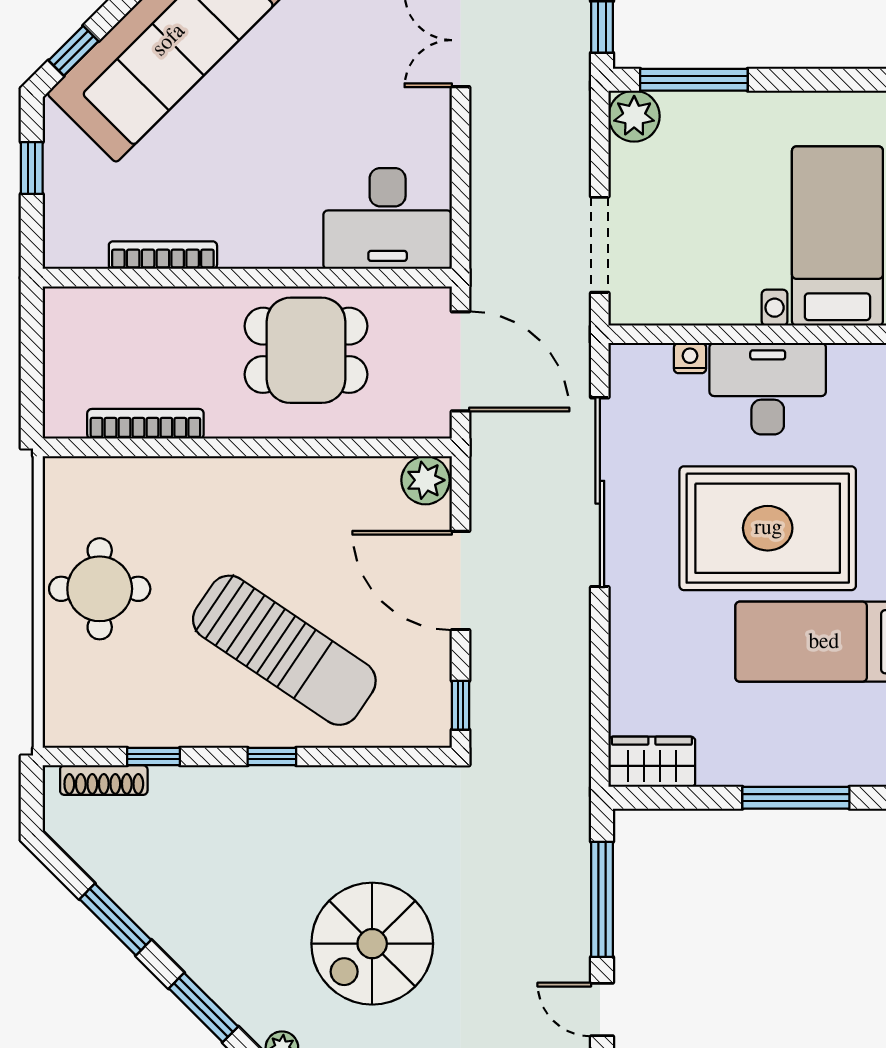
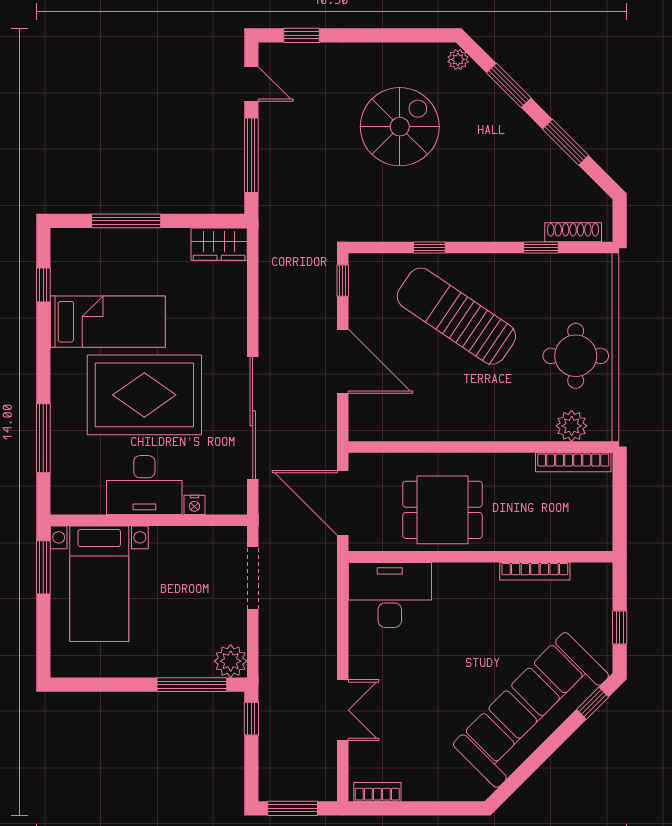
bookcase: (145, 424) -> (573, 462), moved
plant: (426, 480) -> (572, 426), moved
window: (272, 756) -> (429, 248), moved

